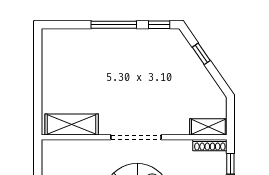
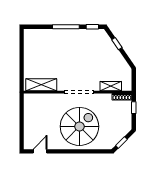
shelving: (208, 127) -> (111, 86), moved

